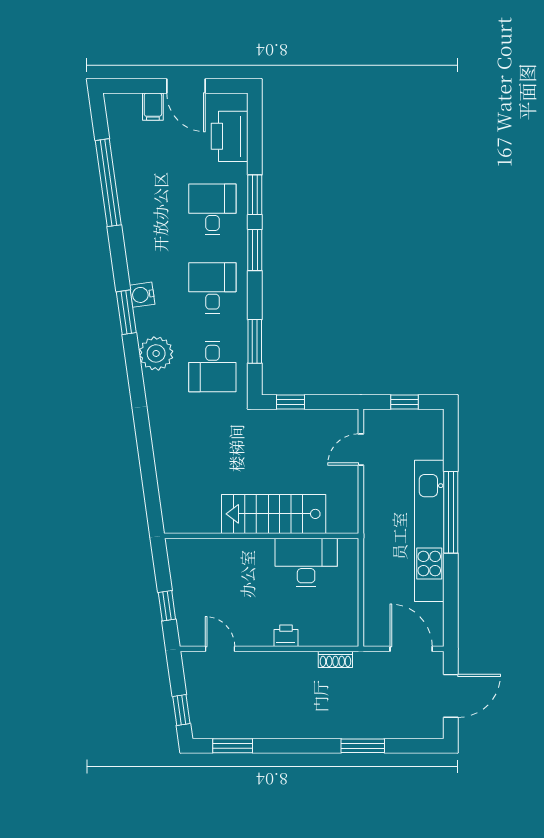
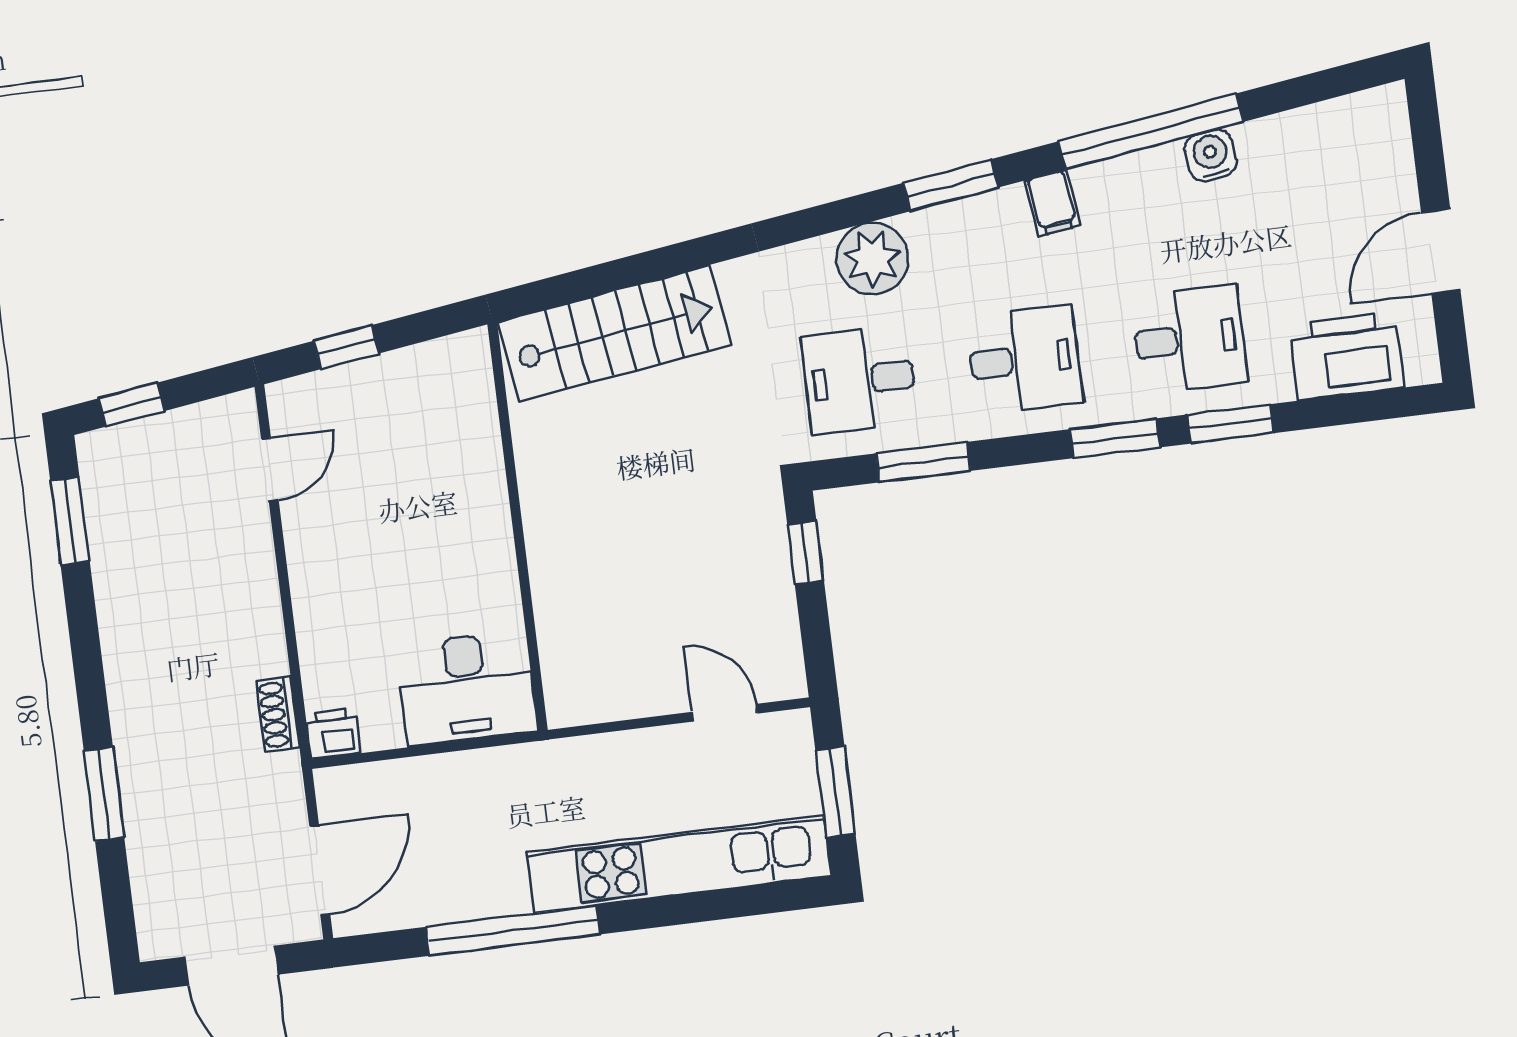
filing cabinet: (153, 107) -> (1052, 203), moved, turned -98
window: (108, 183) -> (1151, 132), moved
water cooler: (142, 295) -> (1211, 155), moved
window: (405, 402) -> (835, 792), width x1.50
window: (451, 512) -> (513, 931), moved
stairs: (274, 514) -> (614, 333), moved, turned 82
kitchen unit: (429, 531) -> (679, 864), moved
desk: (306, 563) -> (467, 688), moved, turned 90
printer: (286, 636) -> (333, 734), moved, turned -90

